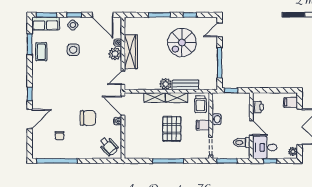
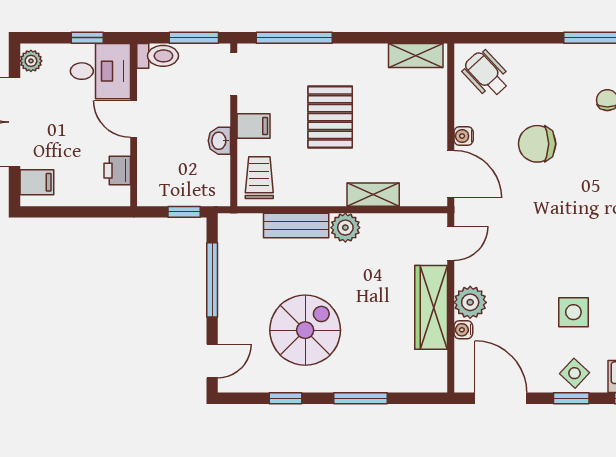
shelving: (177, 98) -> (416, 56), moved
toilet: (242, 143) -> (158, 56), moved
window: (168, 161) -> (294, 38), moved

